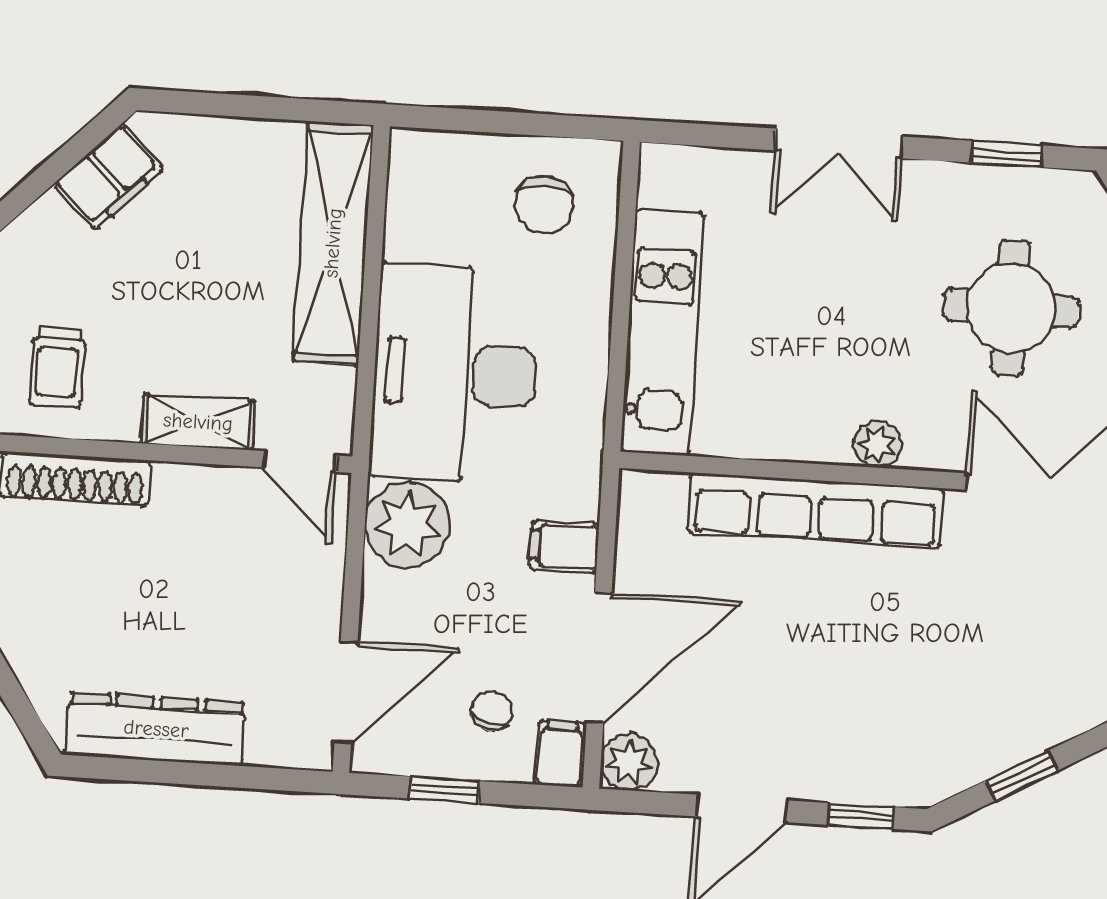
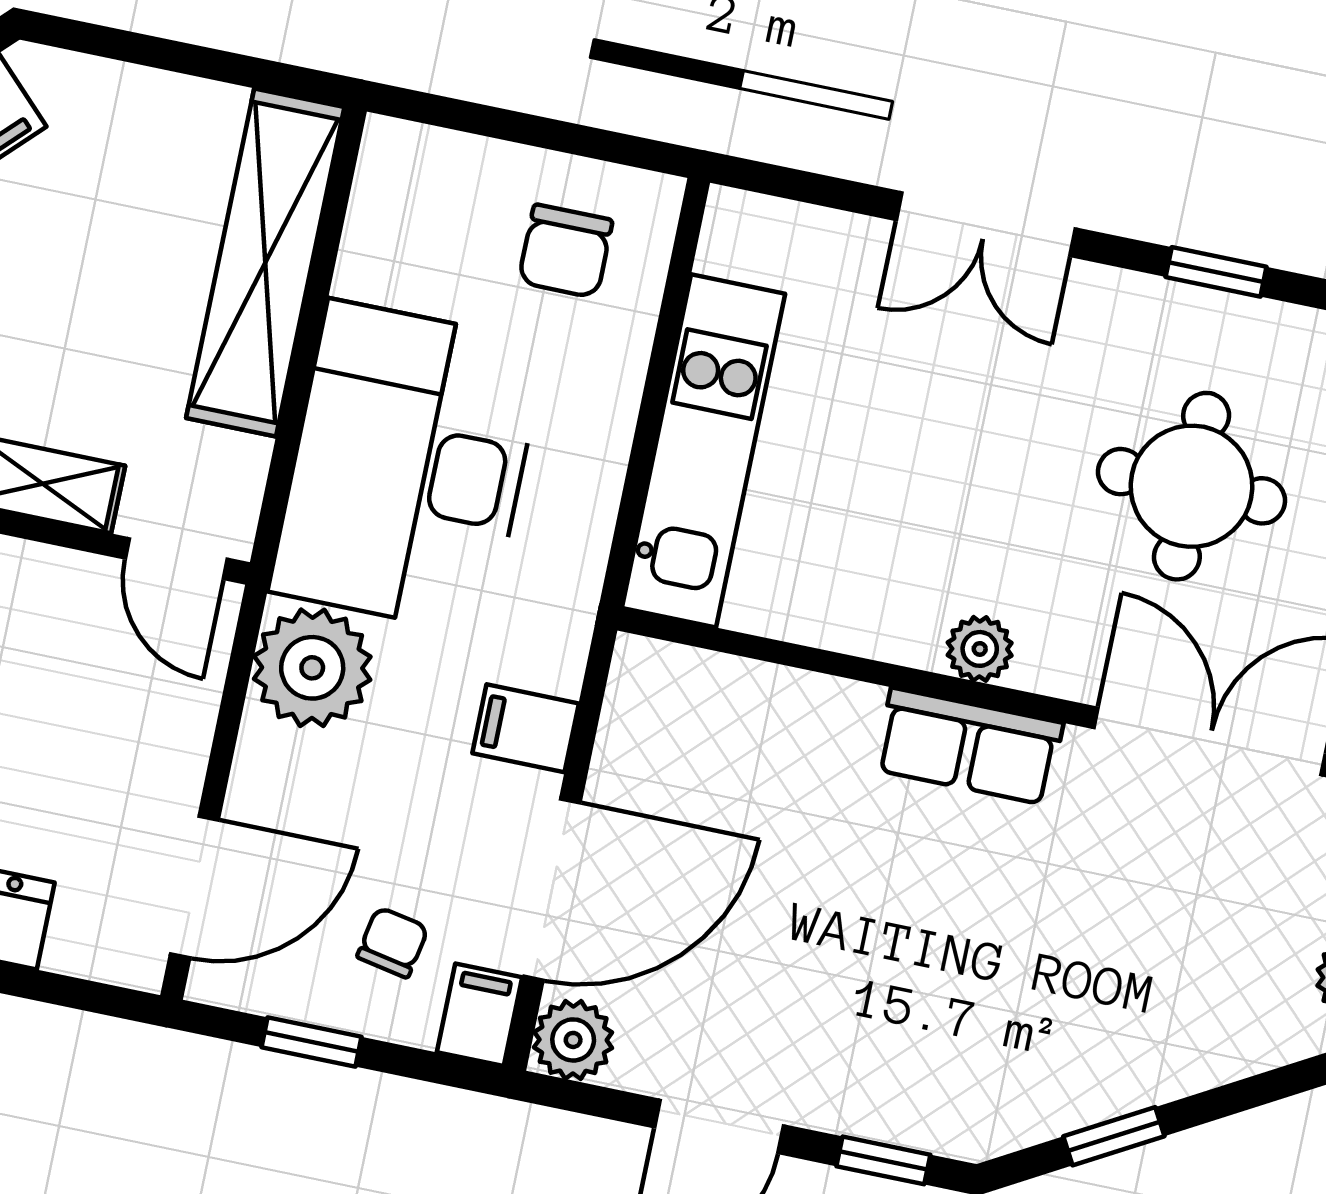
row of seats: (816, 510) -> (969, 746), width x0.50

